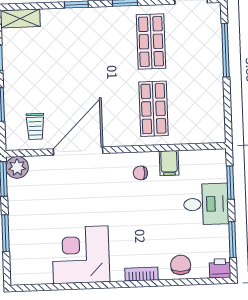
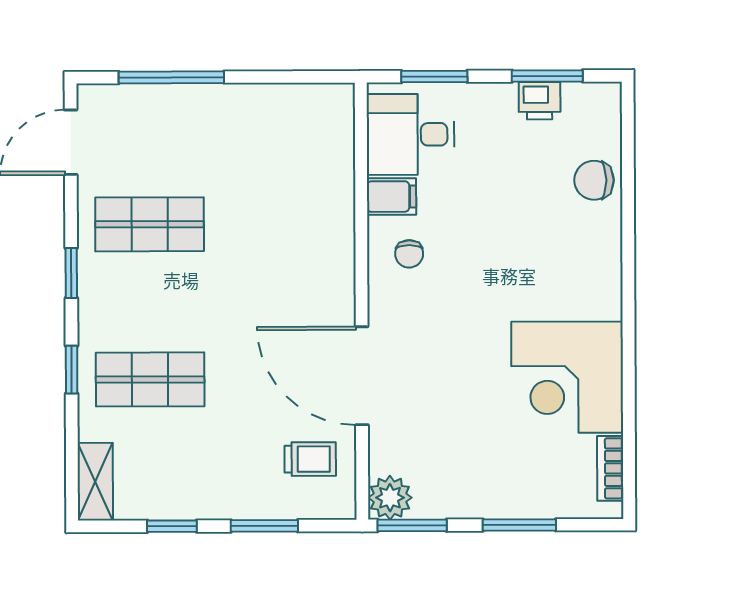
shop shelf: (153, 109) -> (150, 379), moved
desk: (206, 204) -> (411, 134), moved, turned -90
printer: (220, 268) -> (540, 101), moved, turned -90
bookcase: (141, 274) -> (610, 468), moved

